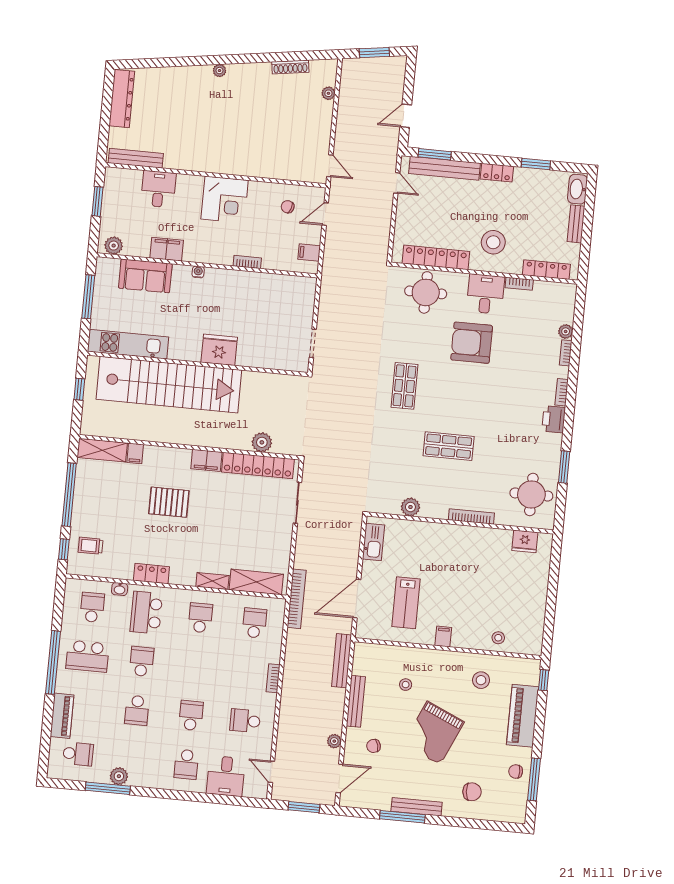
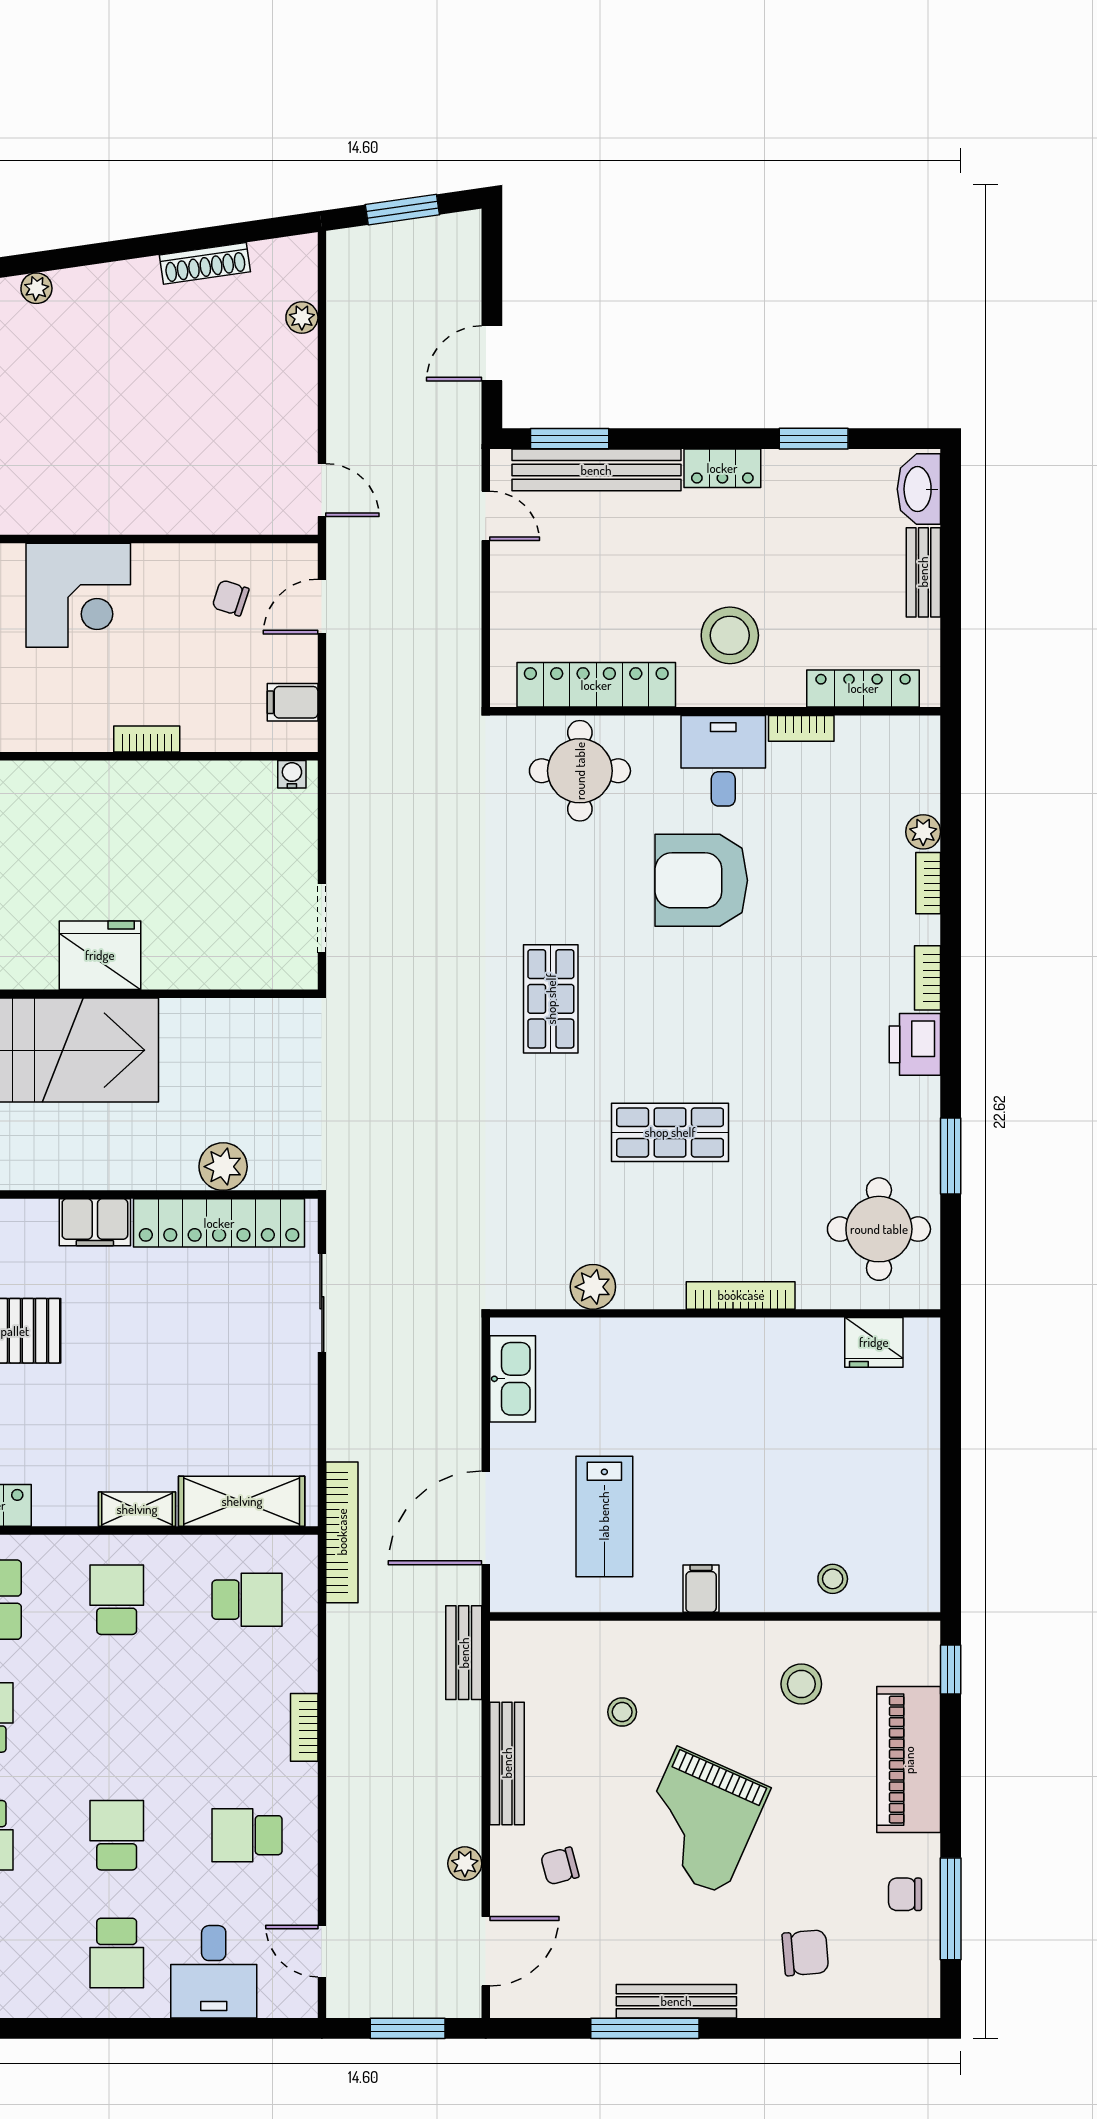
water cooler: (198, 272) -> (292, 774), moved
school desk: (254, 623) -> (247, 1600), turned 90
bench: (342, 661) -> (464, 1653), width x0.73

